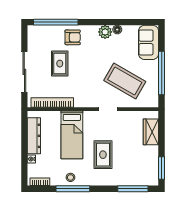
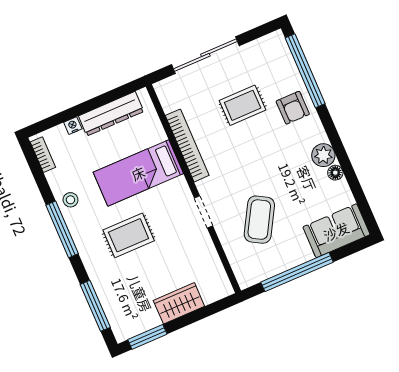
coffee table: (125, 81) -> (259, 220), width x0.73, depth x0.76
bookcase: (52, 102) -> (187, 145), moved
wardrobe: (151, 132) -> (179, 303), moved
window: (73, 189) -> (62, 229), moved

